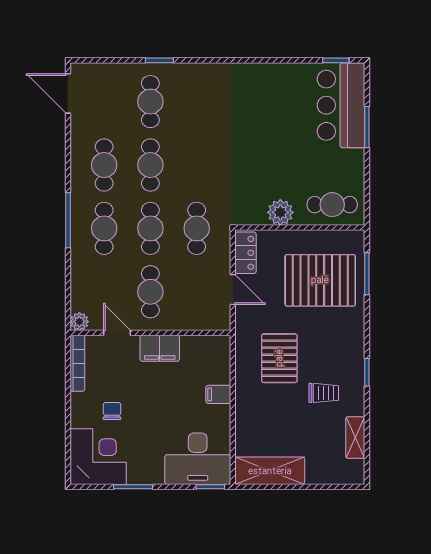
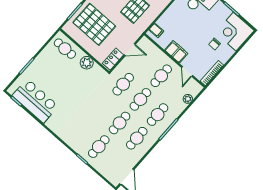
bar counter: (341, 105) -> (35, 101), moved, turned -90
door: (233, 290) -> (130, 50), swing flipped
plant: (79, 322) -> (188, 99), moved
filing cabinet: (218, 394) -> (156, 30), moved

